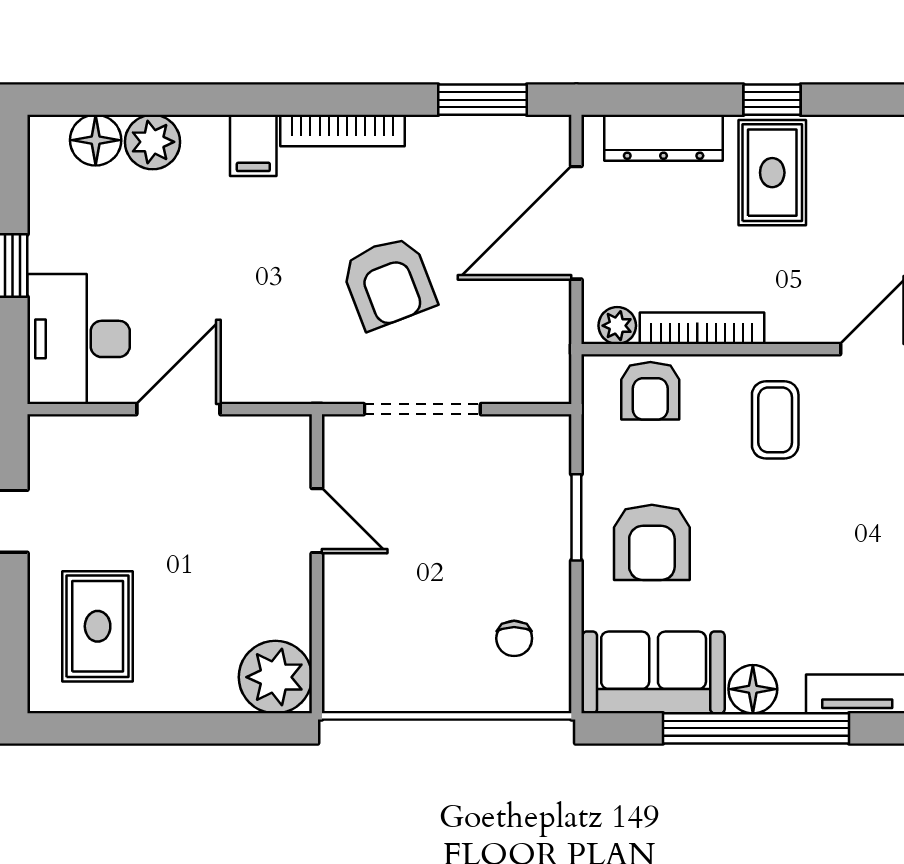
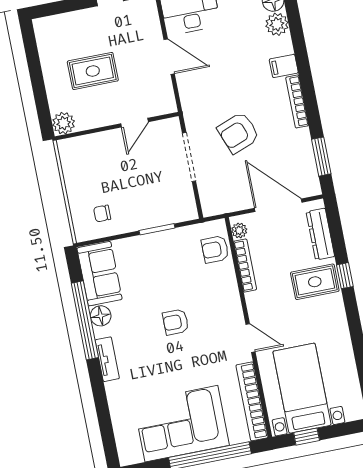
coffee table: (775, 420) -> (213, 303), removed
armchair: (652, 542) -> (176, 322), moved, width x0.72, depth x0.72
rug: (98, 626) -> (93, 71), moved
plant: (275, 677) -> (64, 123), width x0.73, depth x0.73

